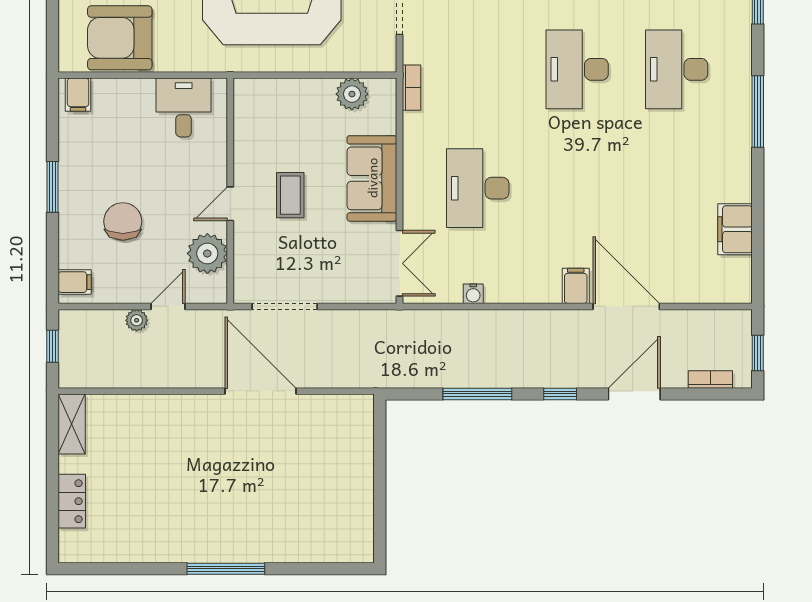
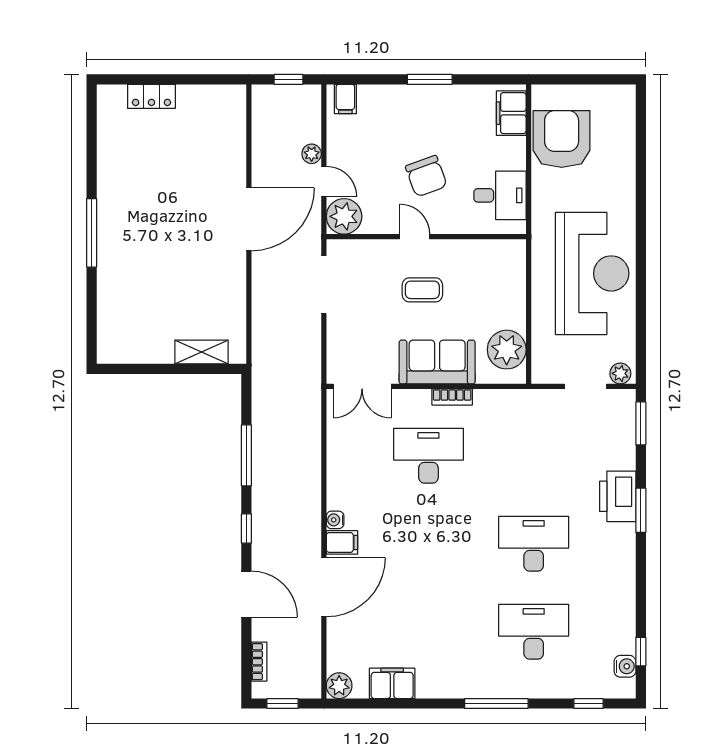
bookcase: (411, 88) -> (452, 397), moved
plant: (352, 94) -> (507, 350), width x1.36, depth x1.36
filing cabinet: (78, 95) -> (511, 113), width x2.00
chair: (123, 221) -> (426, 176), moved, turned 70
plant: (207, 253) -> (344, 216), moved
plant: (738, 289) -> (339, 686), added
water cooler: (473, 294) -> (335, 520), moved
door: (261, 391) -> (249, 219), moved
shelving: (72, 424) -> (202, 352), moved

